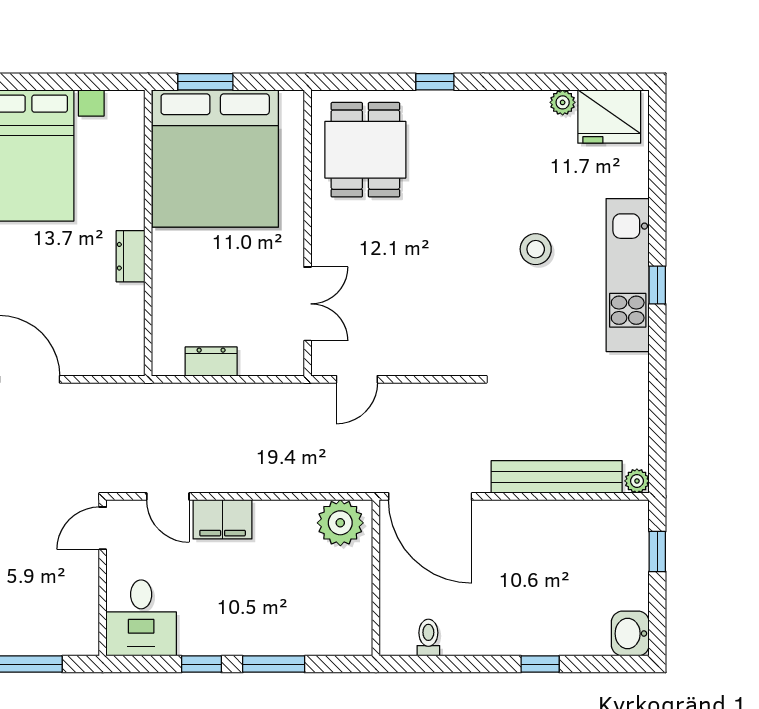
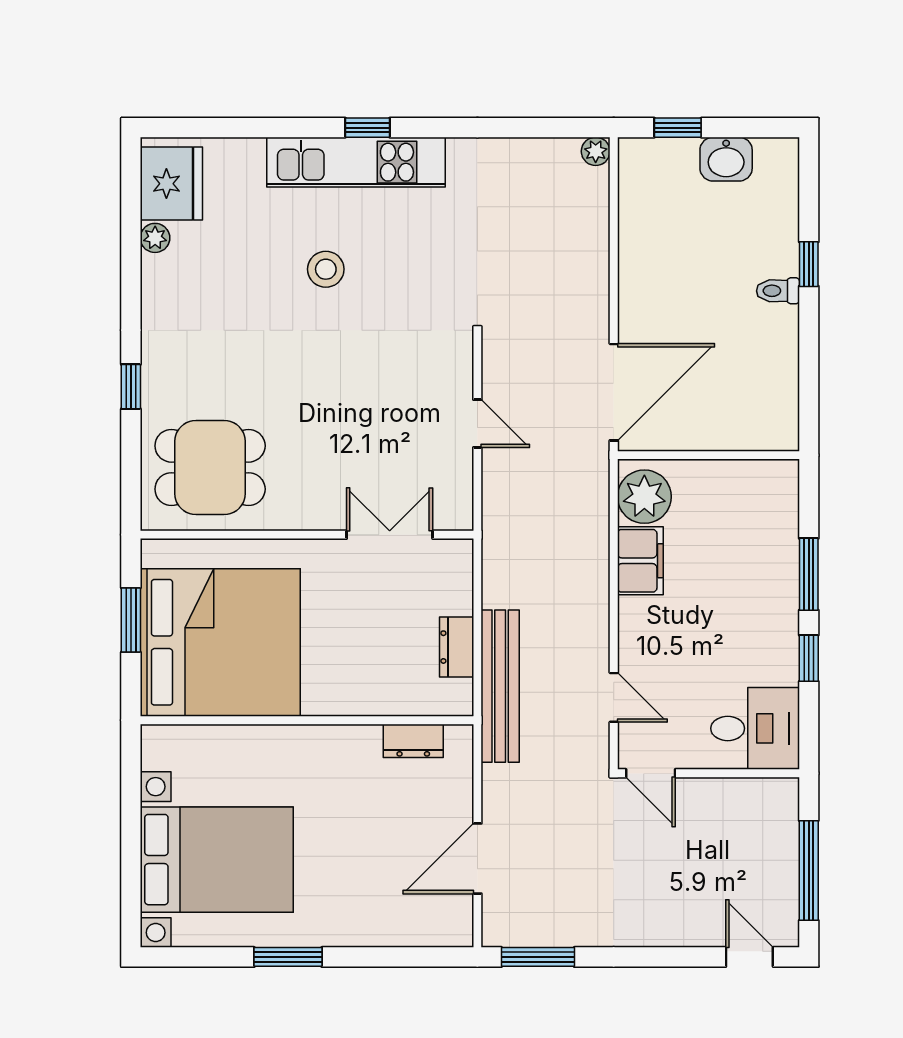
window: (205, 82) -> (131, 620), moved
dresser: (131, 256) -> (413, 741), moved
door: (357, 379) -> (477, 423), moved
bench: (557, 477) -> (500, 686), moved
door: (168, 496) -> (614, 697), hinge flipped
filing cabinet: (223, 519) -> (640, 561), moved
washbasin: (630, 634) -> (726, 159), moved
toilet: (428, 638) -> (778, 291), moved

